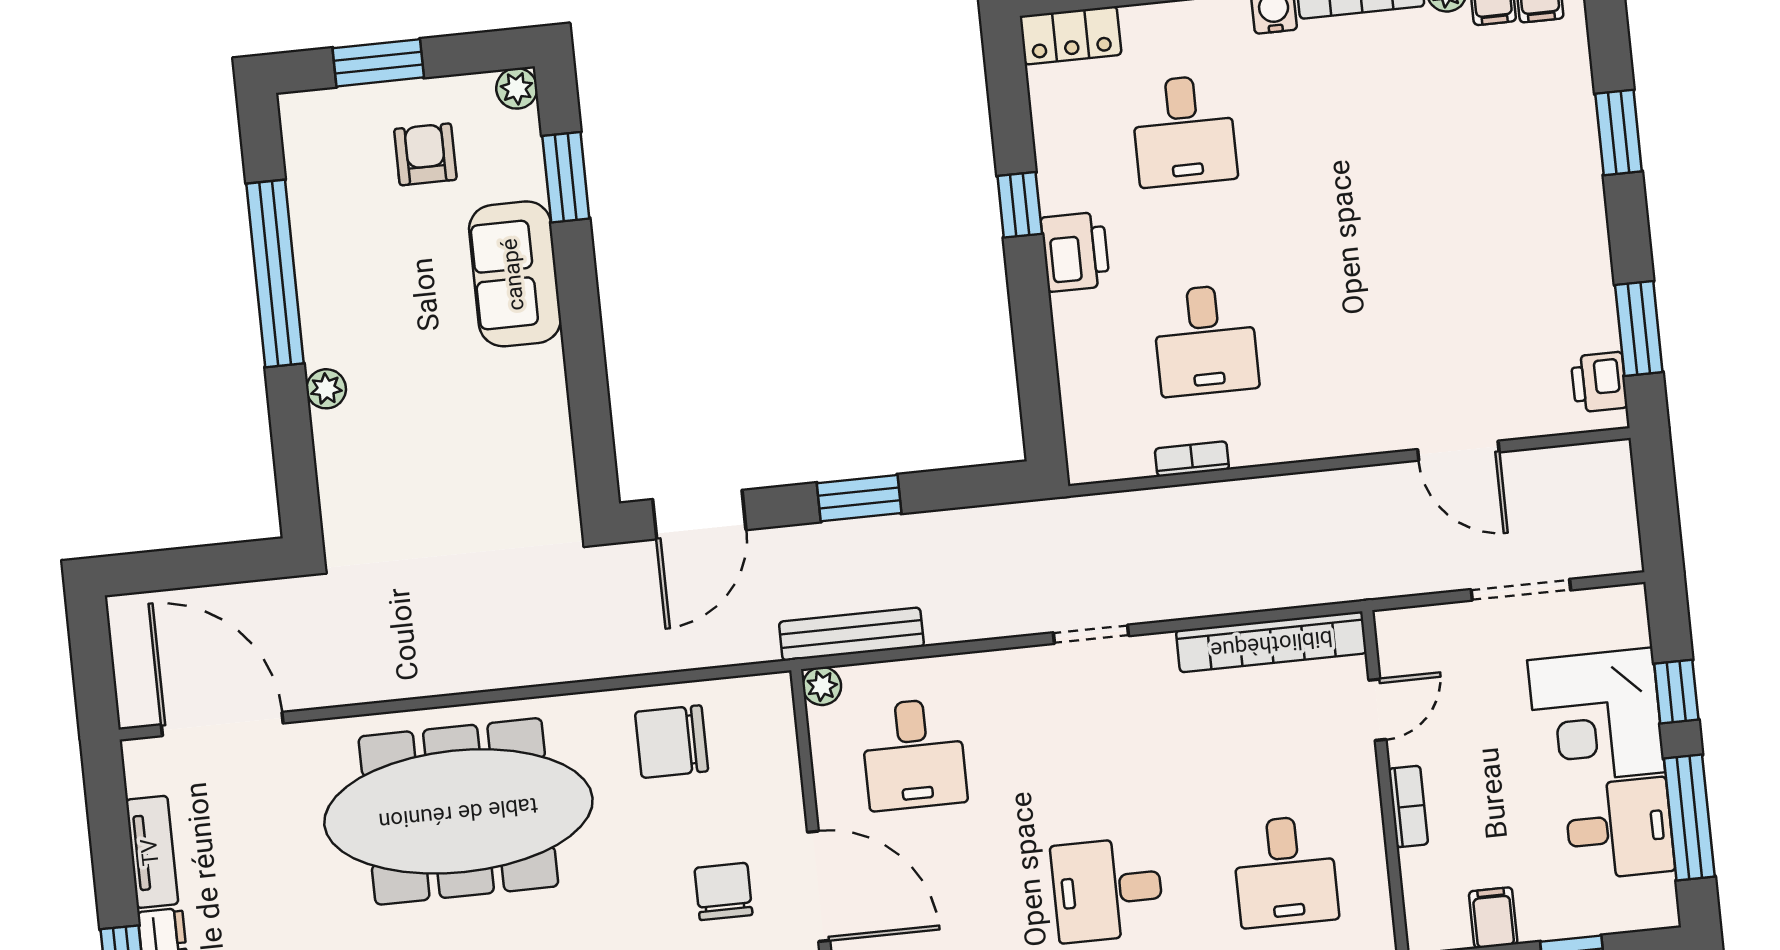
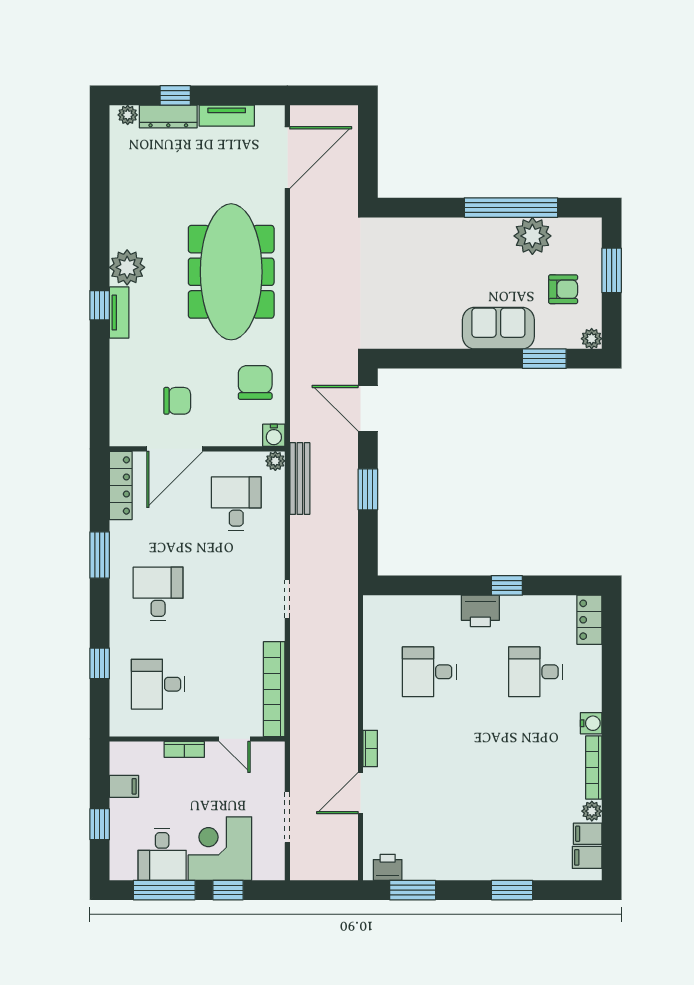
plant: (326, 389) -> (532, 236), moved, width x1.88, depth x1.88
bookcase: (1192, 459) -> (370, 749), moved
water cooler: (772, 694) -> (274, 435), added
desk: (914, 754) -> (236, 504), turned 90

